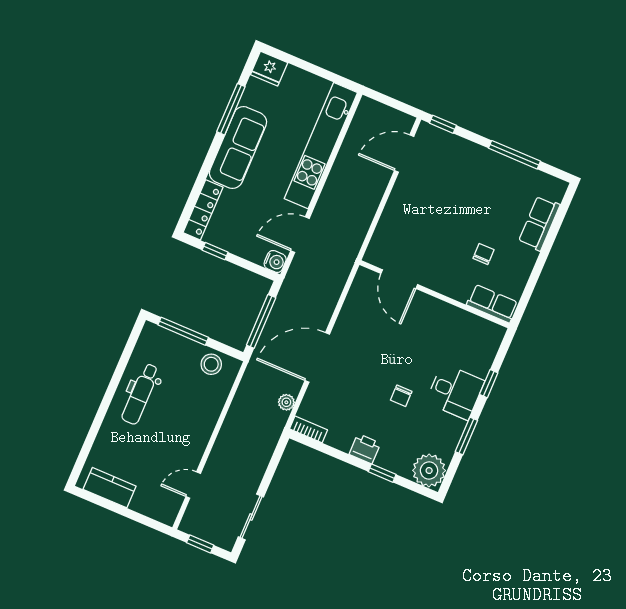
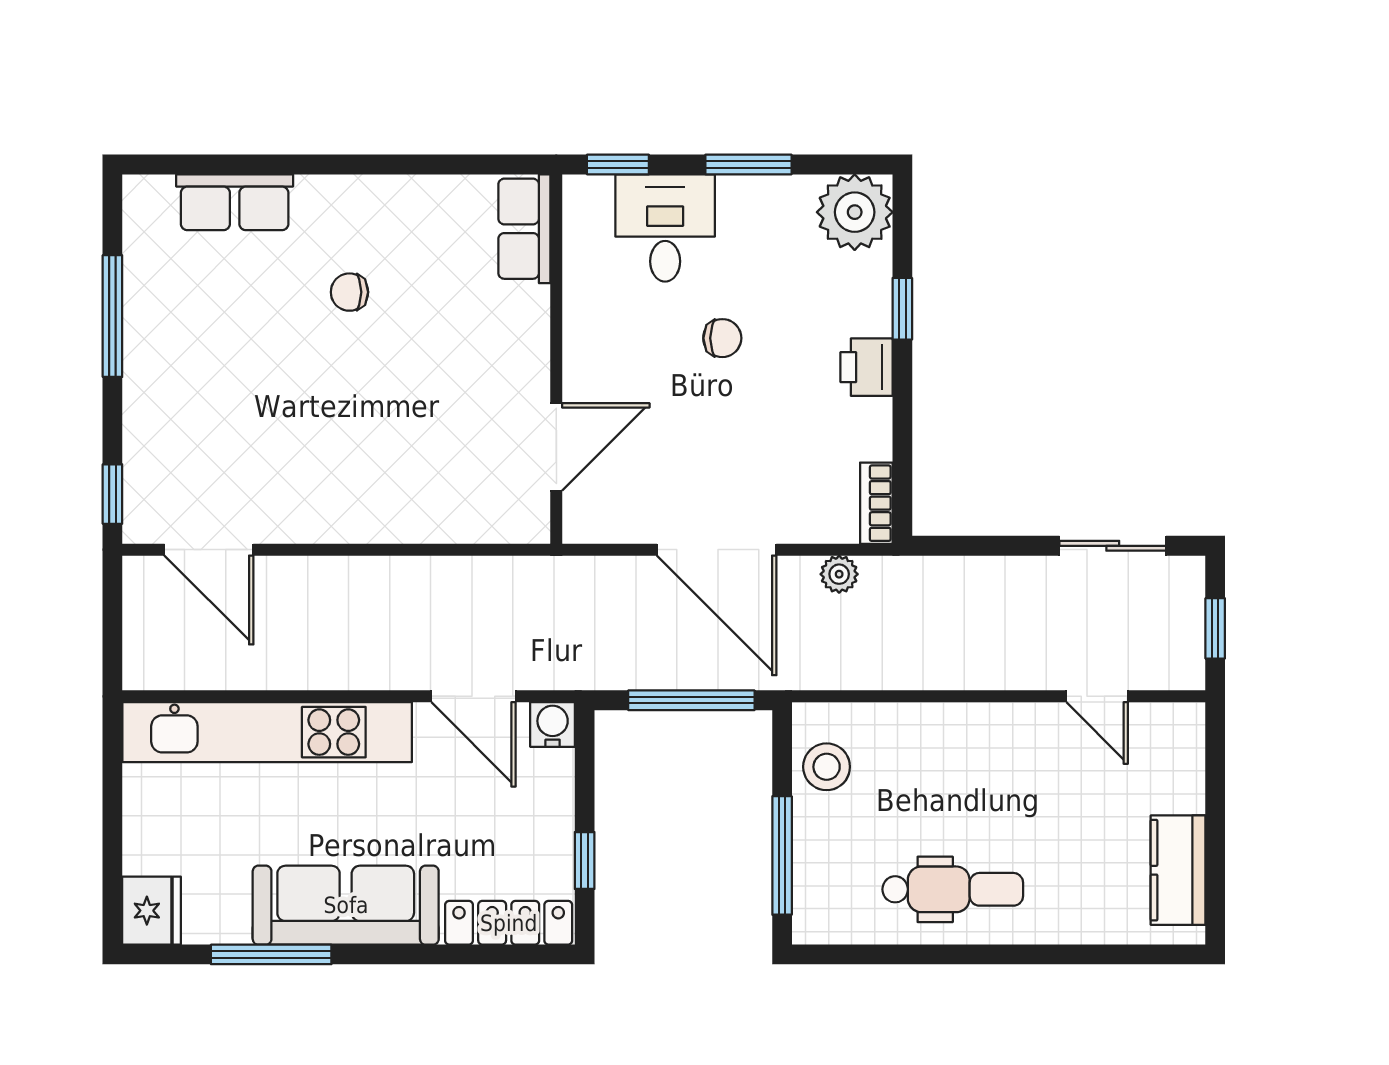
door: (399, 279) -> (556, 447), moved
wall: (435, 294) -> (556, 359), moved
row of seats: (492, 304) -> (524, 229), moved

